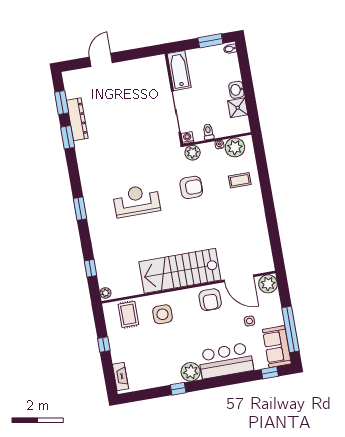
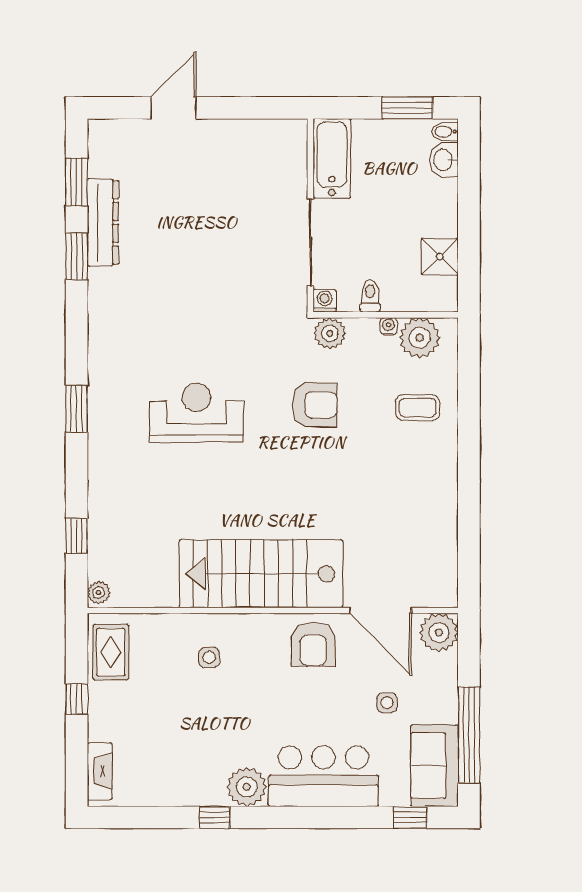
washbasin: (236, 90) -> (444, 160), moved
rug: (128, 314) -> (111, 652), moved
side table: (162, 314) -> (209, 657), width x0.54, depth x0.54

